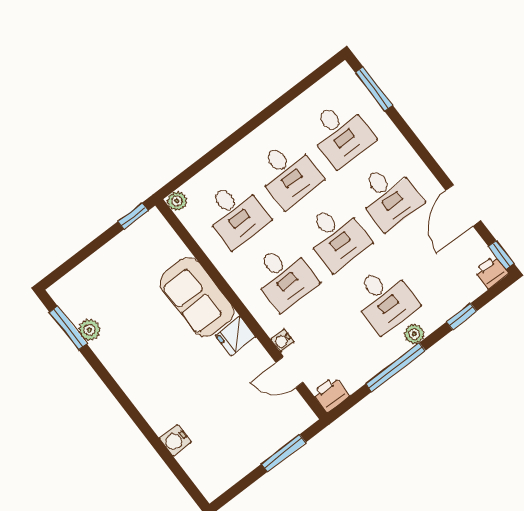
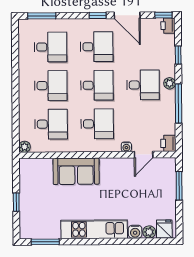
window: (432, 165) -> (98, 15), added
window: (133, 216) -> (16, 202), moved
plant: (90, 330) -> (149, 232), moved
fridge: (236, 336) -> (164, 229), moved, turned 180
kitchen unit: (136, 382) -> (94, 229), added

